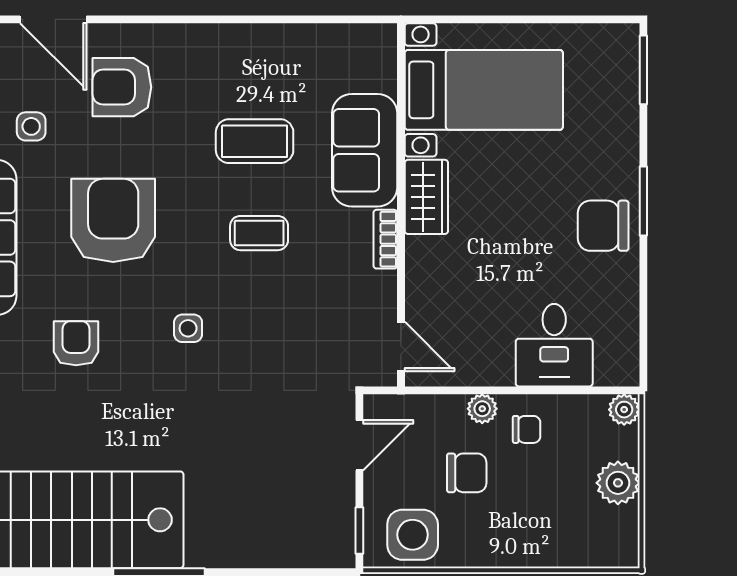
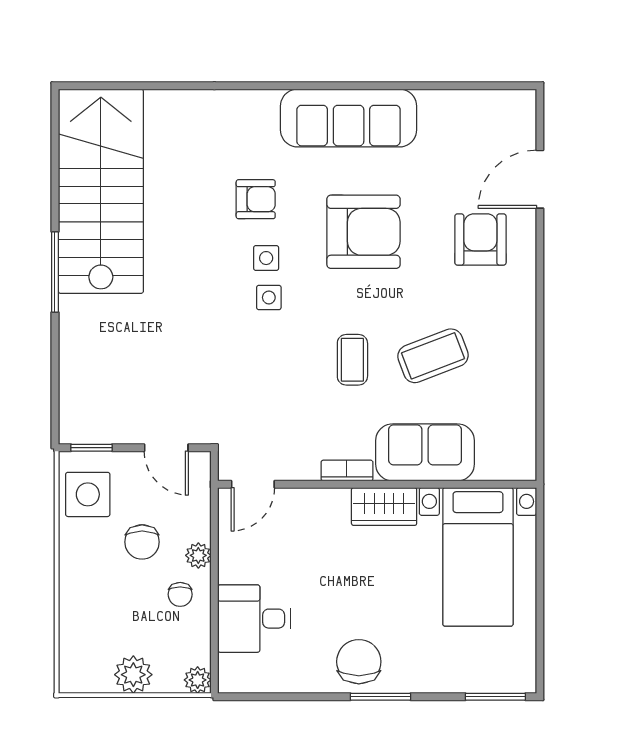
side table: (31, 126) -> (266, 258), moved
coffee table: (255, 141) -> (433, 356), turned 69

